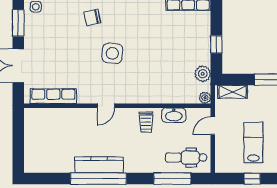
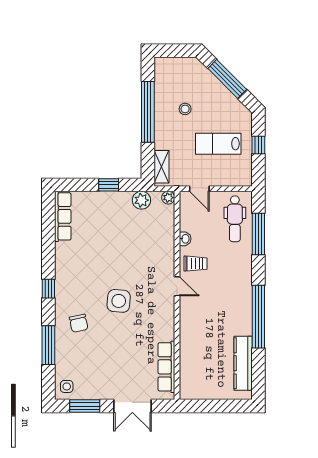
door: (106, 106) -> (177, 286), moved
washbasin: (174, 115) -> (185, 239), width x0.52, depth x0.69
kitchen counter: (99, 165) -> (243, 363), moved

